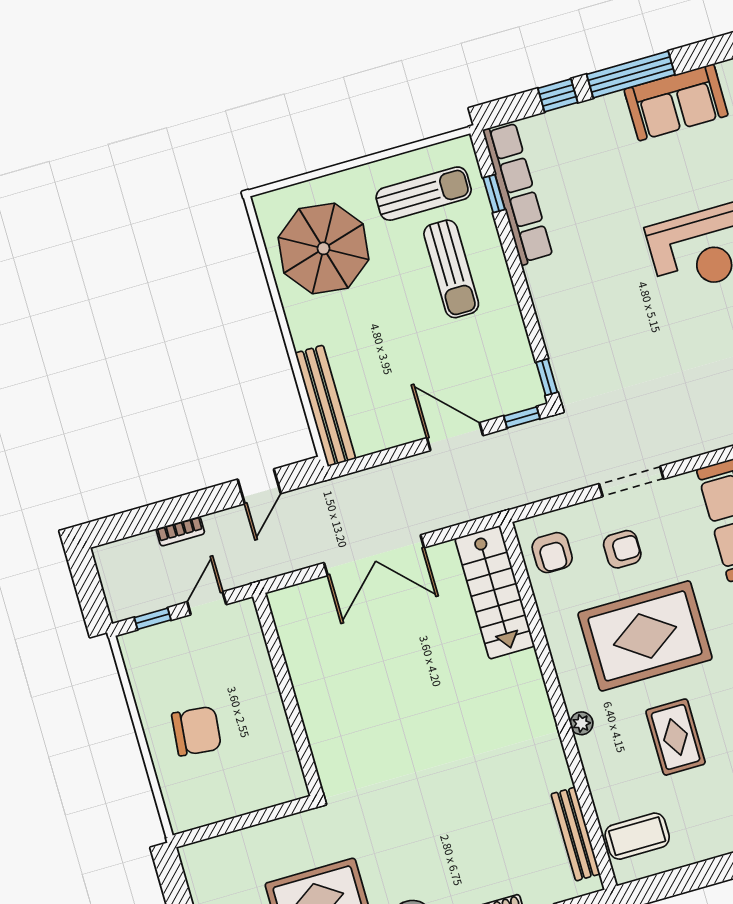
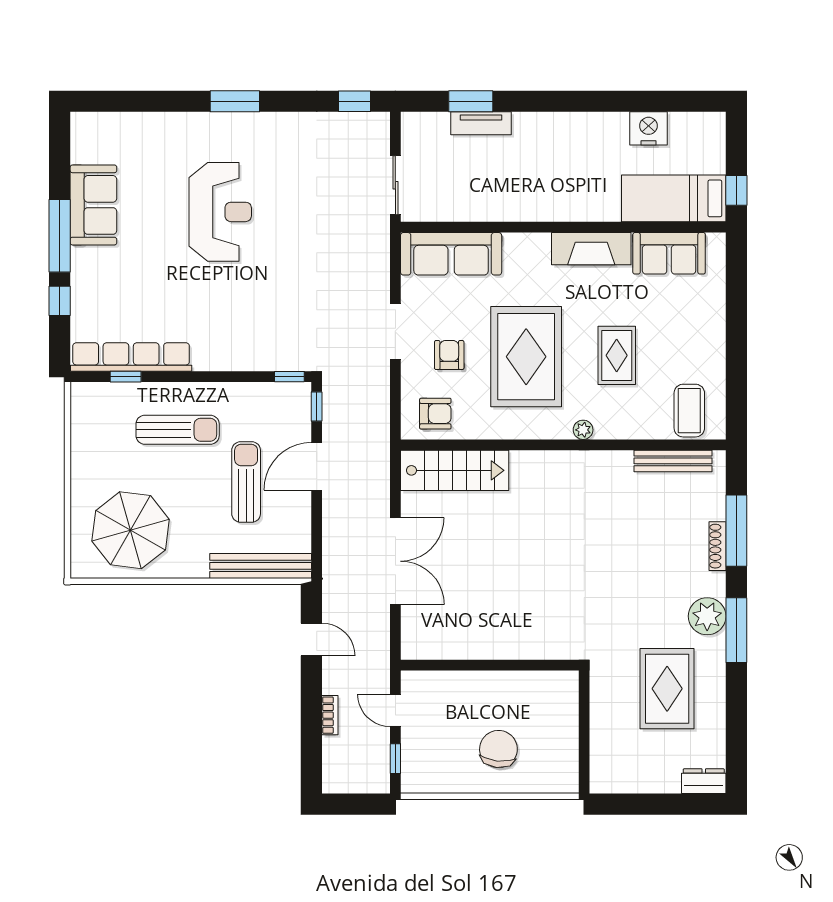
sun lounger: (424, 194) -> (246, 482), moved
rug: (676, 737) -> (617, 355), turned 90

